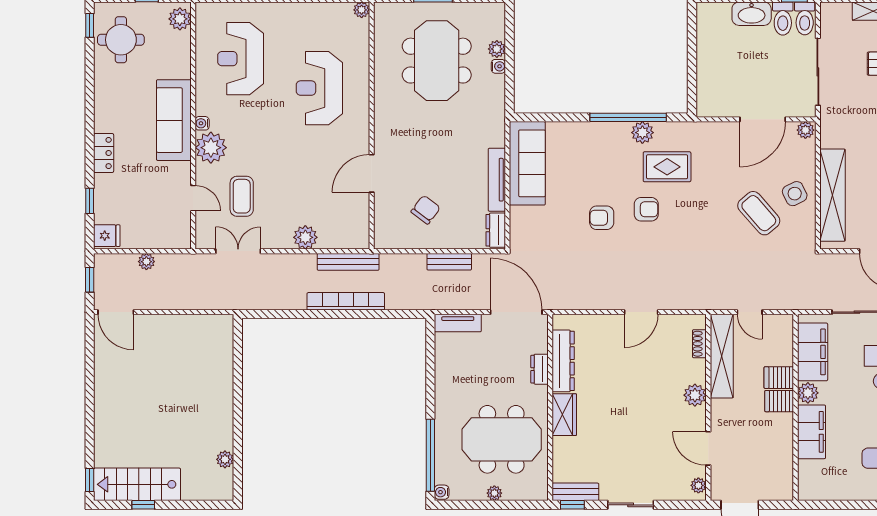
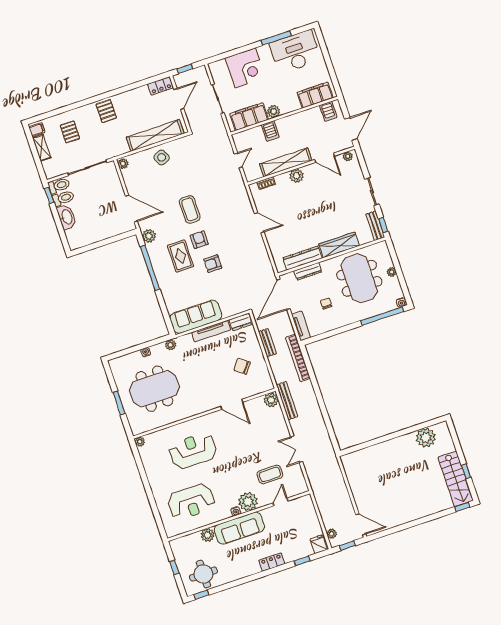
plant: (180, 19) -> (208, 535), moved
plant: (497, 49) -> (171, 345), moved
reception desk: (319, 88) -> (193, 451), turned 180
door: (763, 119) -> (131, 209), moved
plant: (642, 133) -> (149, 236), moved
rug: (667, 167) -> (180, 256), moved
coffee table: (759, 213) -> (190, 209), moved, turned -49
armchair: (602, 218) -> (213, 264), turned 90
plant: (305, 237) -> (271, 400), moved
double door: (238, 251) -> (297, 449), moved
plant: (146, 262) -> (332, 534), moved
bookcase: (346, 301) -> (298, 358), moved
door: (116, 312) -> (361, 524), hinge flipped
shelving: (722, 356) -> (286, 162), moved
dresser: (540, 369) -> (308, 271), width x1.44
chair: (479, 374) -> (326, 304), added
server rack: (779, 401) -> (328, 111), moved
wardrobe: (564, 415) -> (339, 245), width x1.50
filing cabinet: (811, 432) -> (315, 95), moved
door: (708, 448) -> (325, 158), hinge flipped
plant: (225, 459) -> (426, 438), width x1.87, depth x1.87

